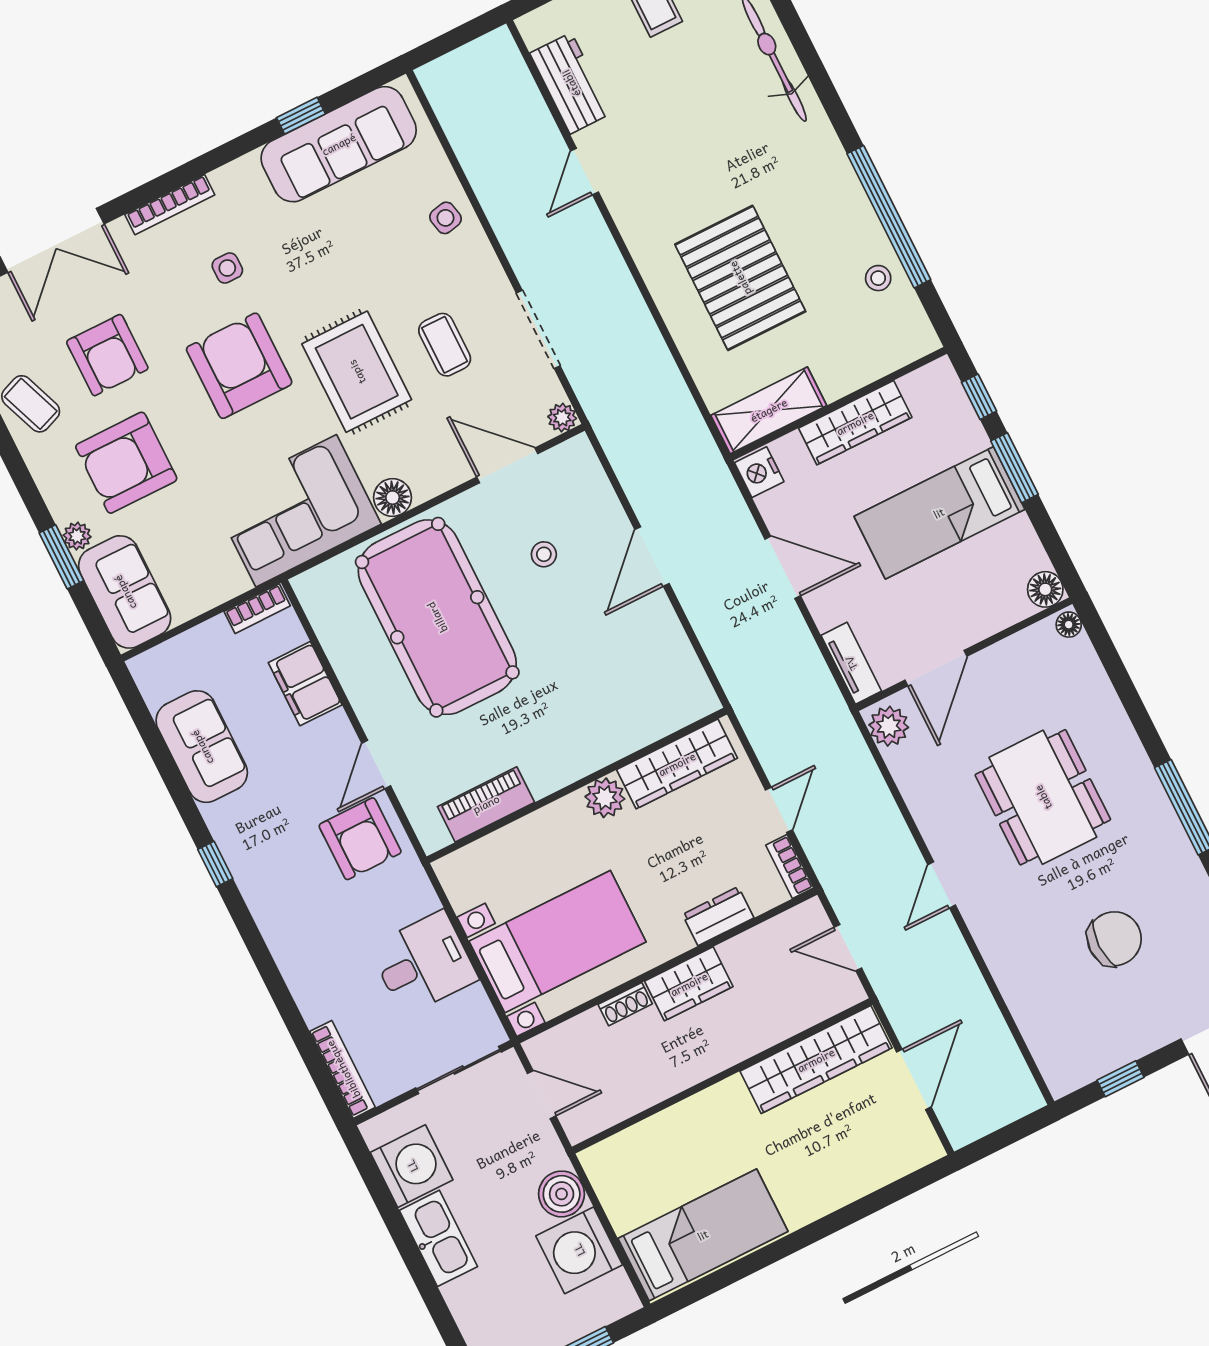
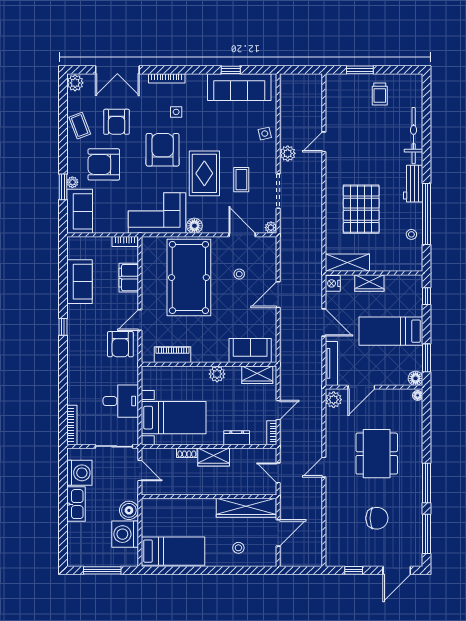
workbench: (571, 83) -> (413, 184), moved, turned 180
plant: (517, 236) -> (288, 153), added
wardrobe: (855, 423) -> (369, 283), width x0.67
window: (1015, 468) -> (427, 358), moved
tv unit: (851, 663) -> (331, 363), width x1.41
sofa: (652, 710) -> (250, 351), added
wardrobe: (677, 764) -> (257, 375), width x0.67
stool: (843, 1156) -> (238, 548), added

